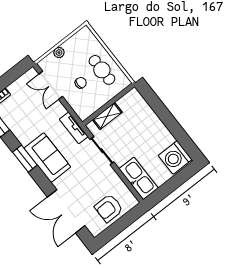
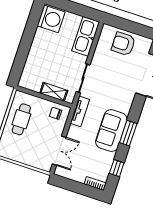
plant: (59, 53) -> (30, 161), removed
chair: (81, 83) -> (56, 113), moved
sofa: (47, 158) -> (111, 131), moved
armchair: (109, 208) -> (123, 44), turned 180

